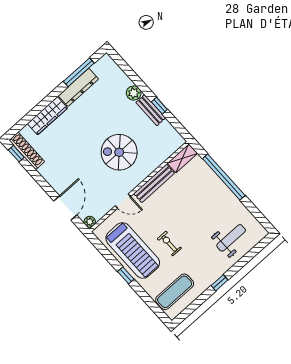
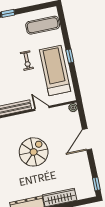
shoe rack: (27, 151) -> (88, 182), removed
spiral stairs: (119, 152) -> (34, 152), moved, turned -90
door: (65, 208) -> (87, 139), moved

